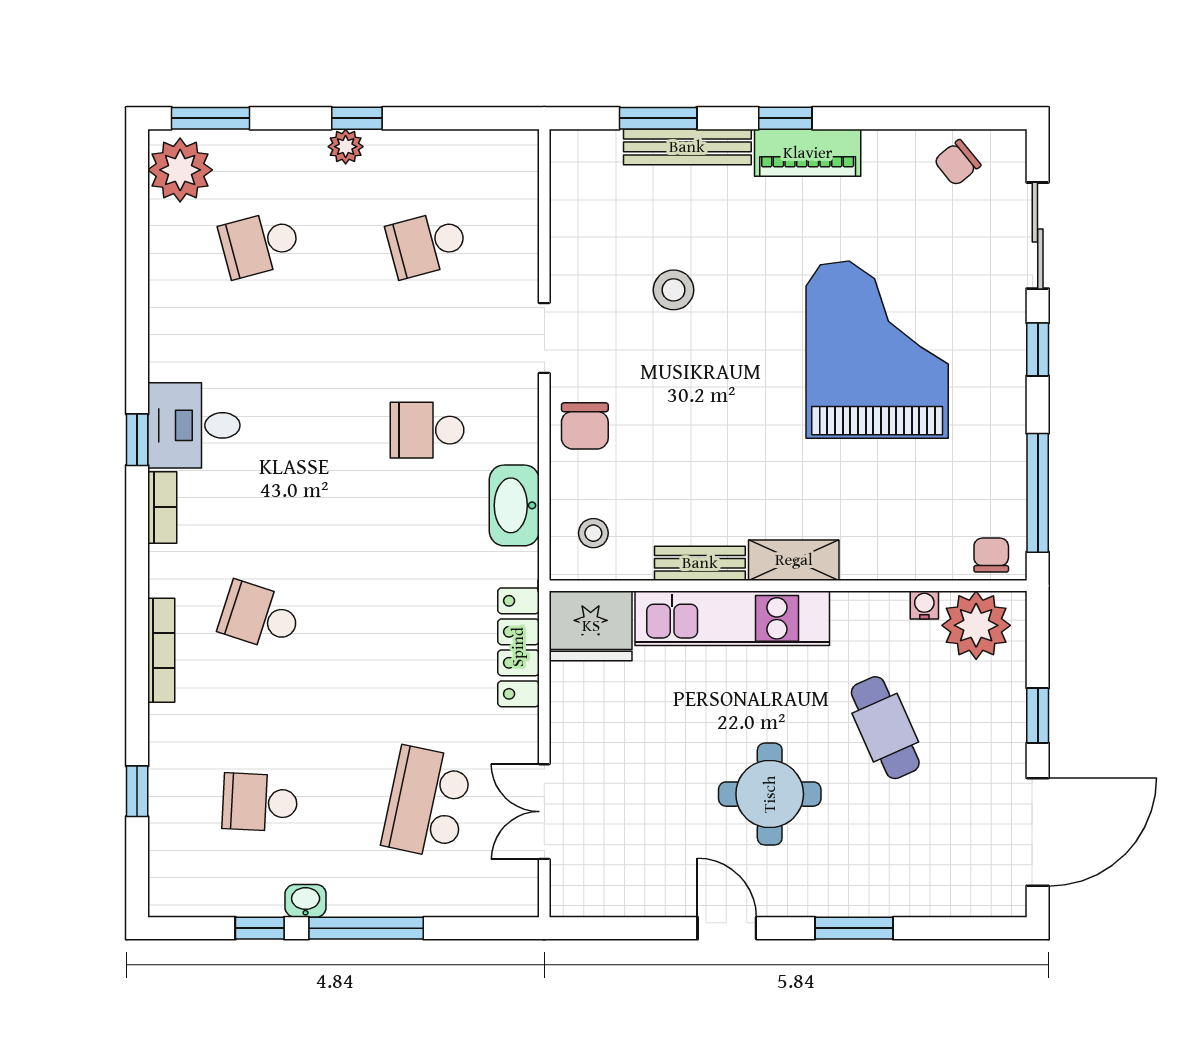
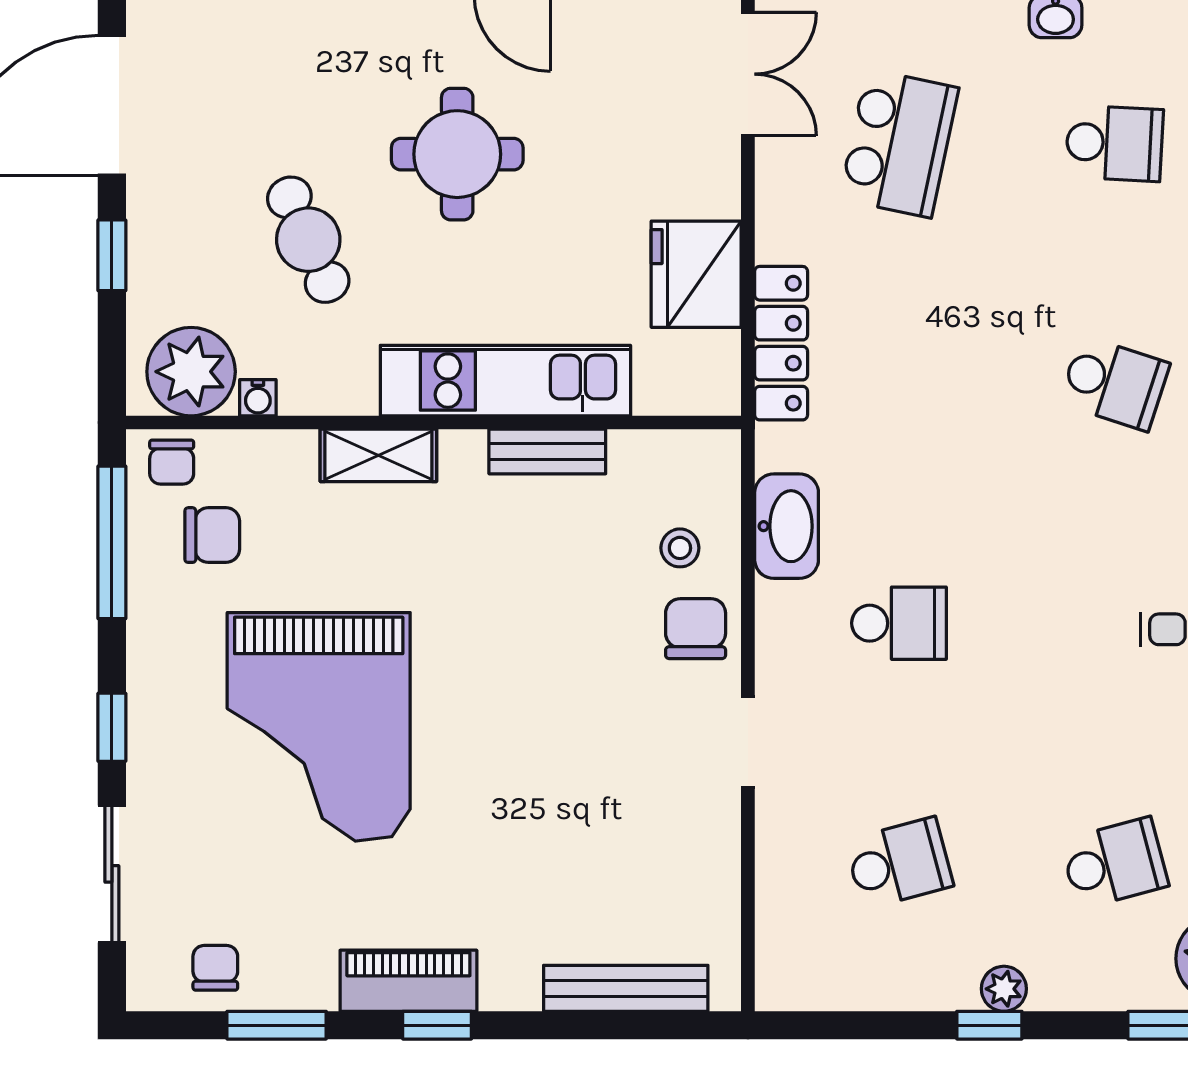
window: (658, 118) -> (277, 1025), moved
bench: (687, 147) -> (626, 988), moved
chair: (957, 163) -> (215, 968), turned -51
stool: (674, 290) -> (581, 804), removed
chair: (960, 498) -> (212, 535), added
stool: (593, 533) -> (680, 548), moved
shelving: (794, 560) -> (378, 455), moved
fridge: (591, 626) -> (696, 274), moved, turned -90
double door: (544, 812) -> (748, 74), moved

